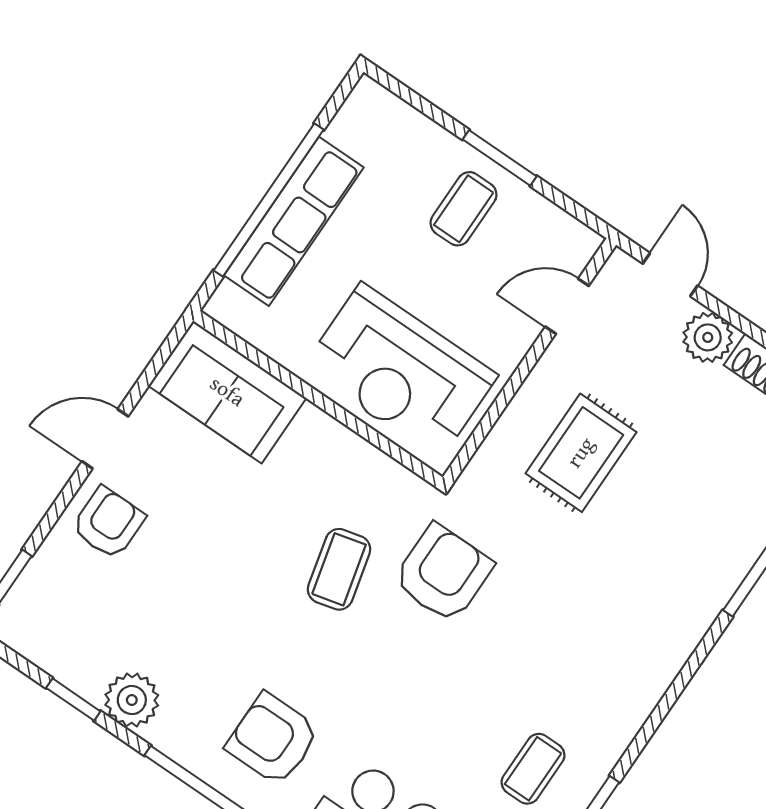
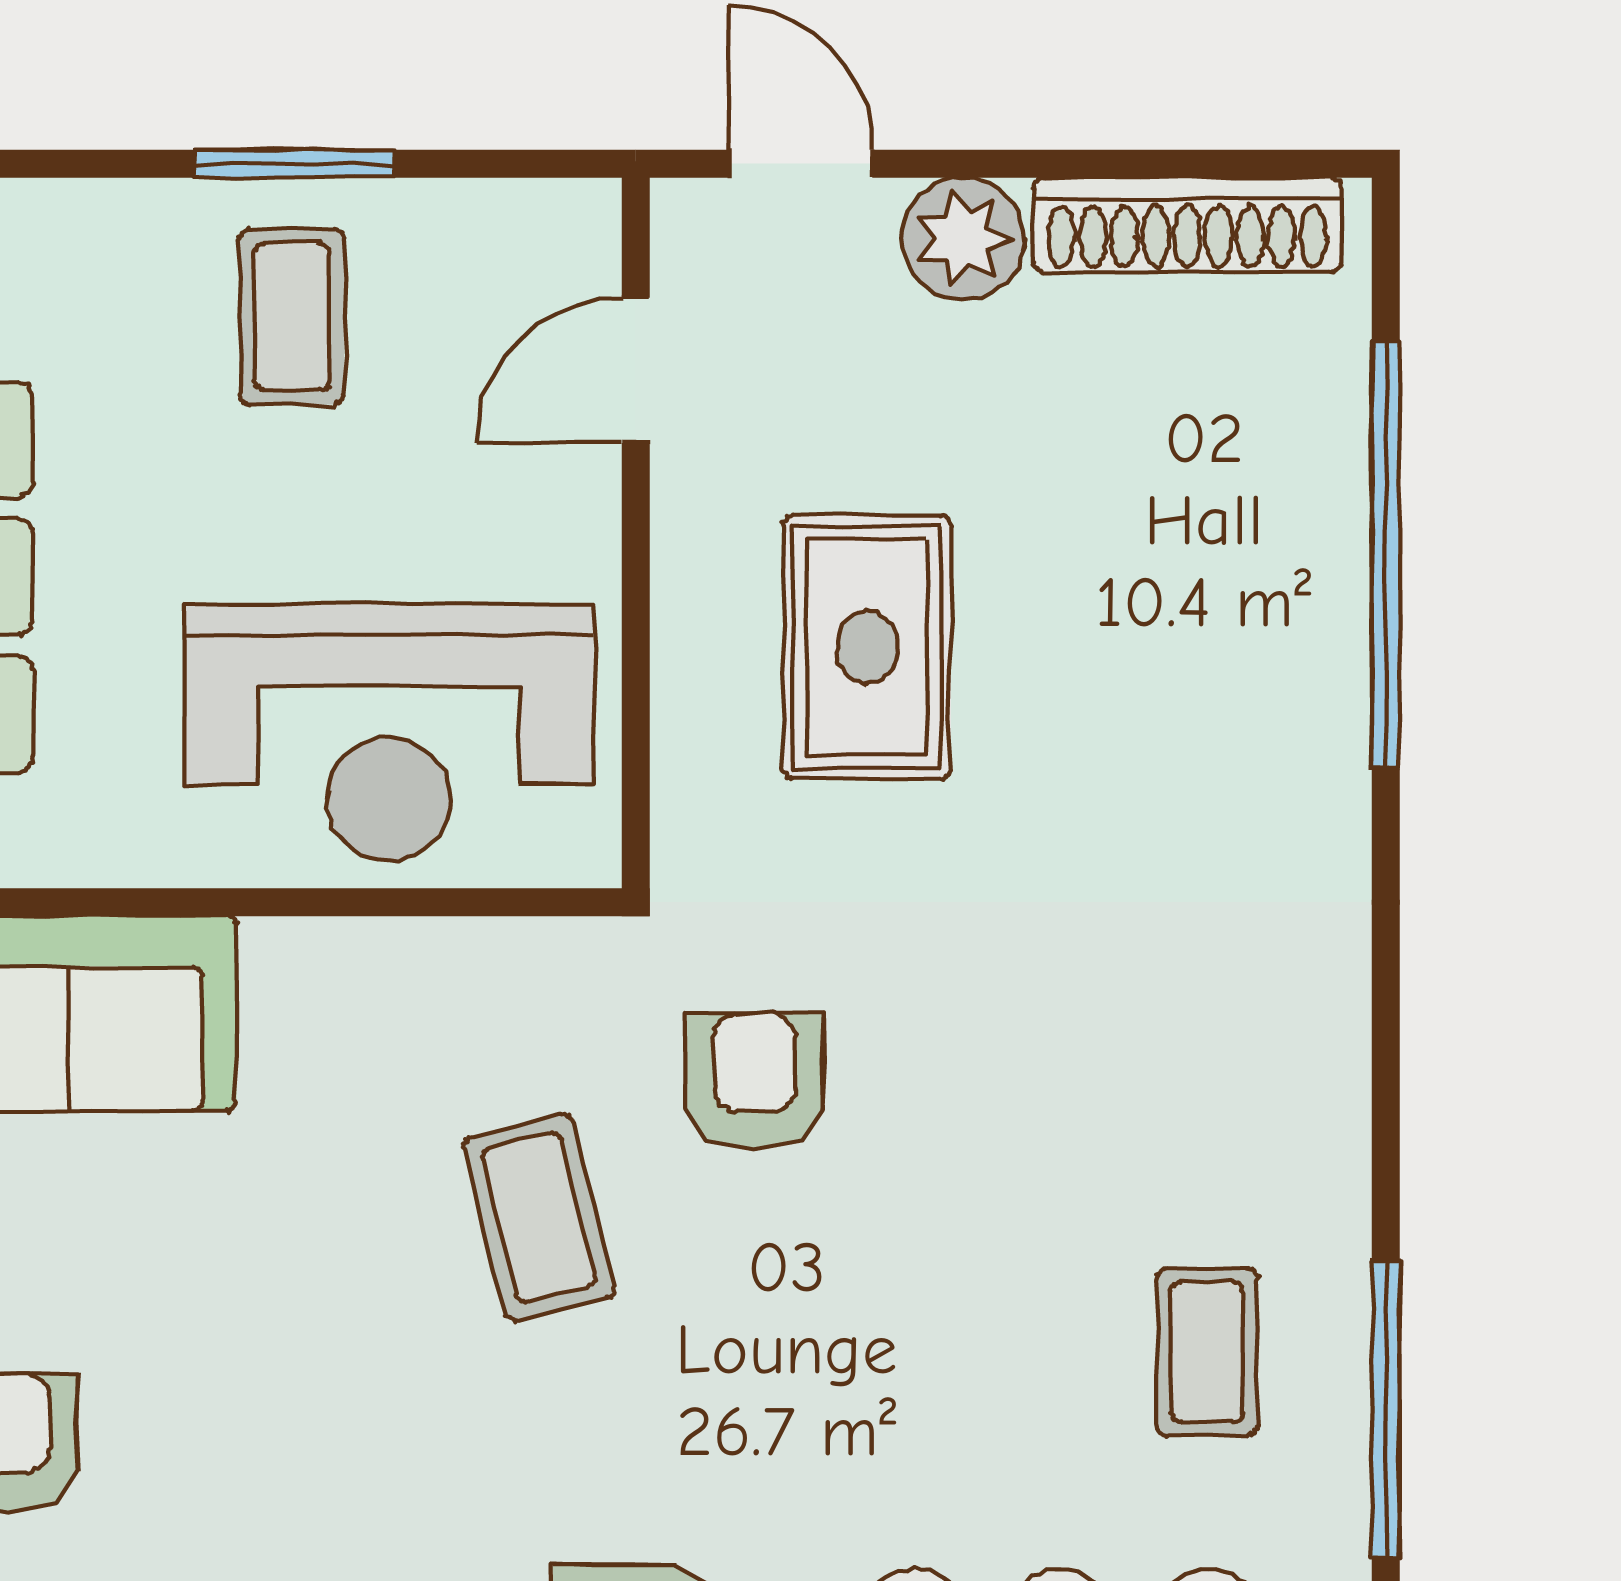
armchair: (443, 573) -> (755, 1081), width x0.72, depth x0.72

